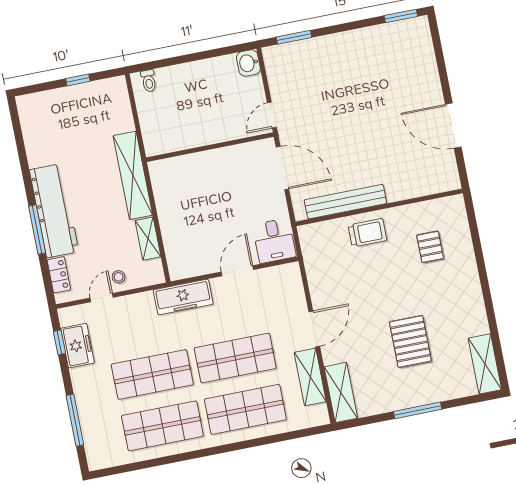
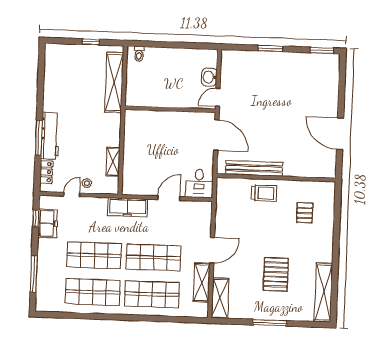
window: (294, 37) -> (271, 48), moved
washbasin: (248, 63) -> (209, 77), moved
shelving: (133, 175) -> (114, 82), moved
workbench: (54, 211) -> (50, 136), width x0.73, depth x0.76
shelving: (485, 364) -> (323, 292), width x1.47

